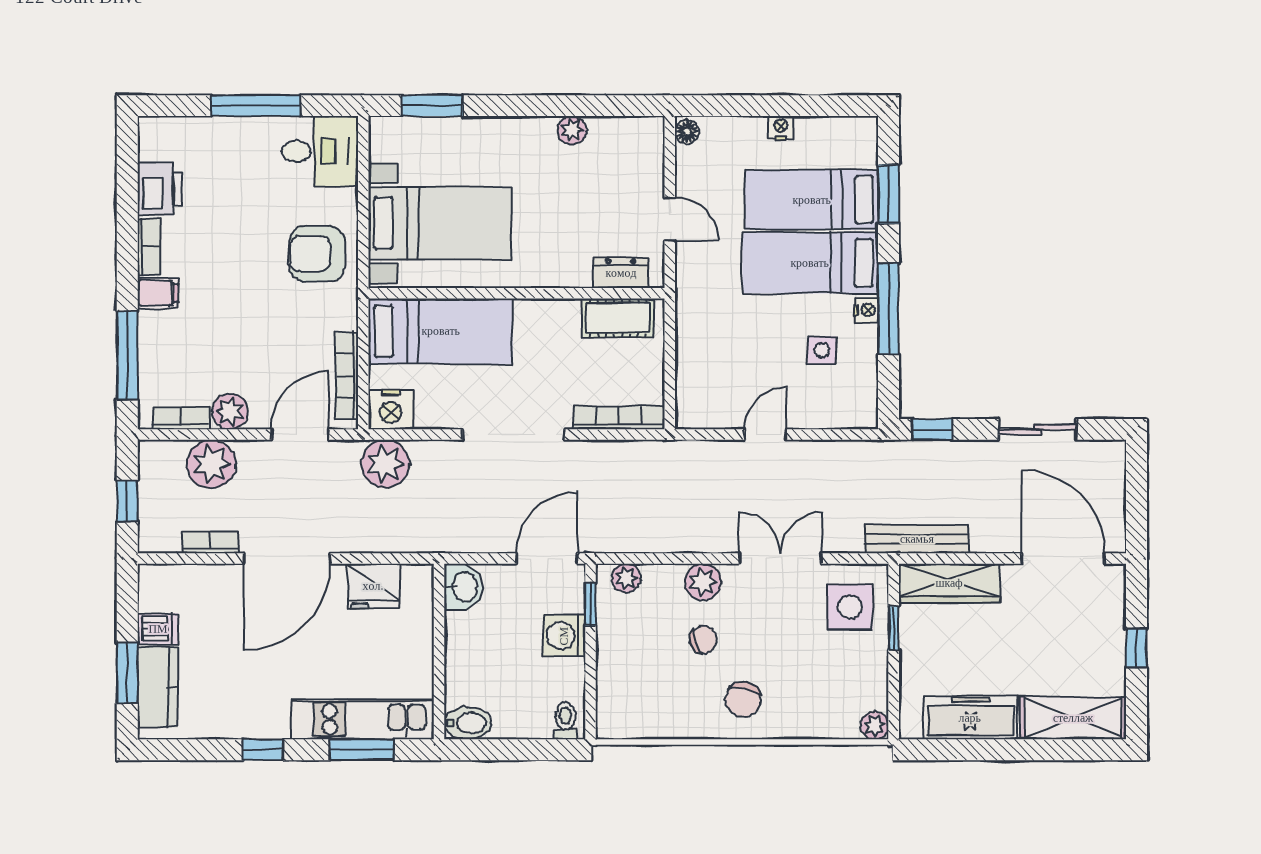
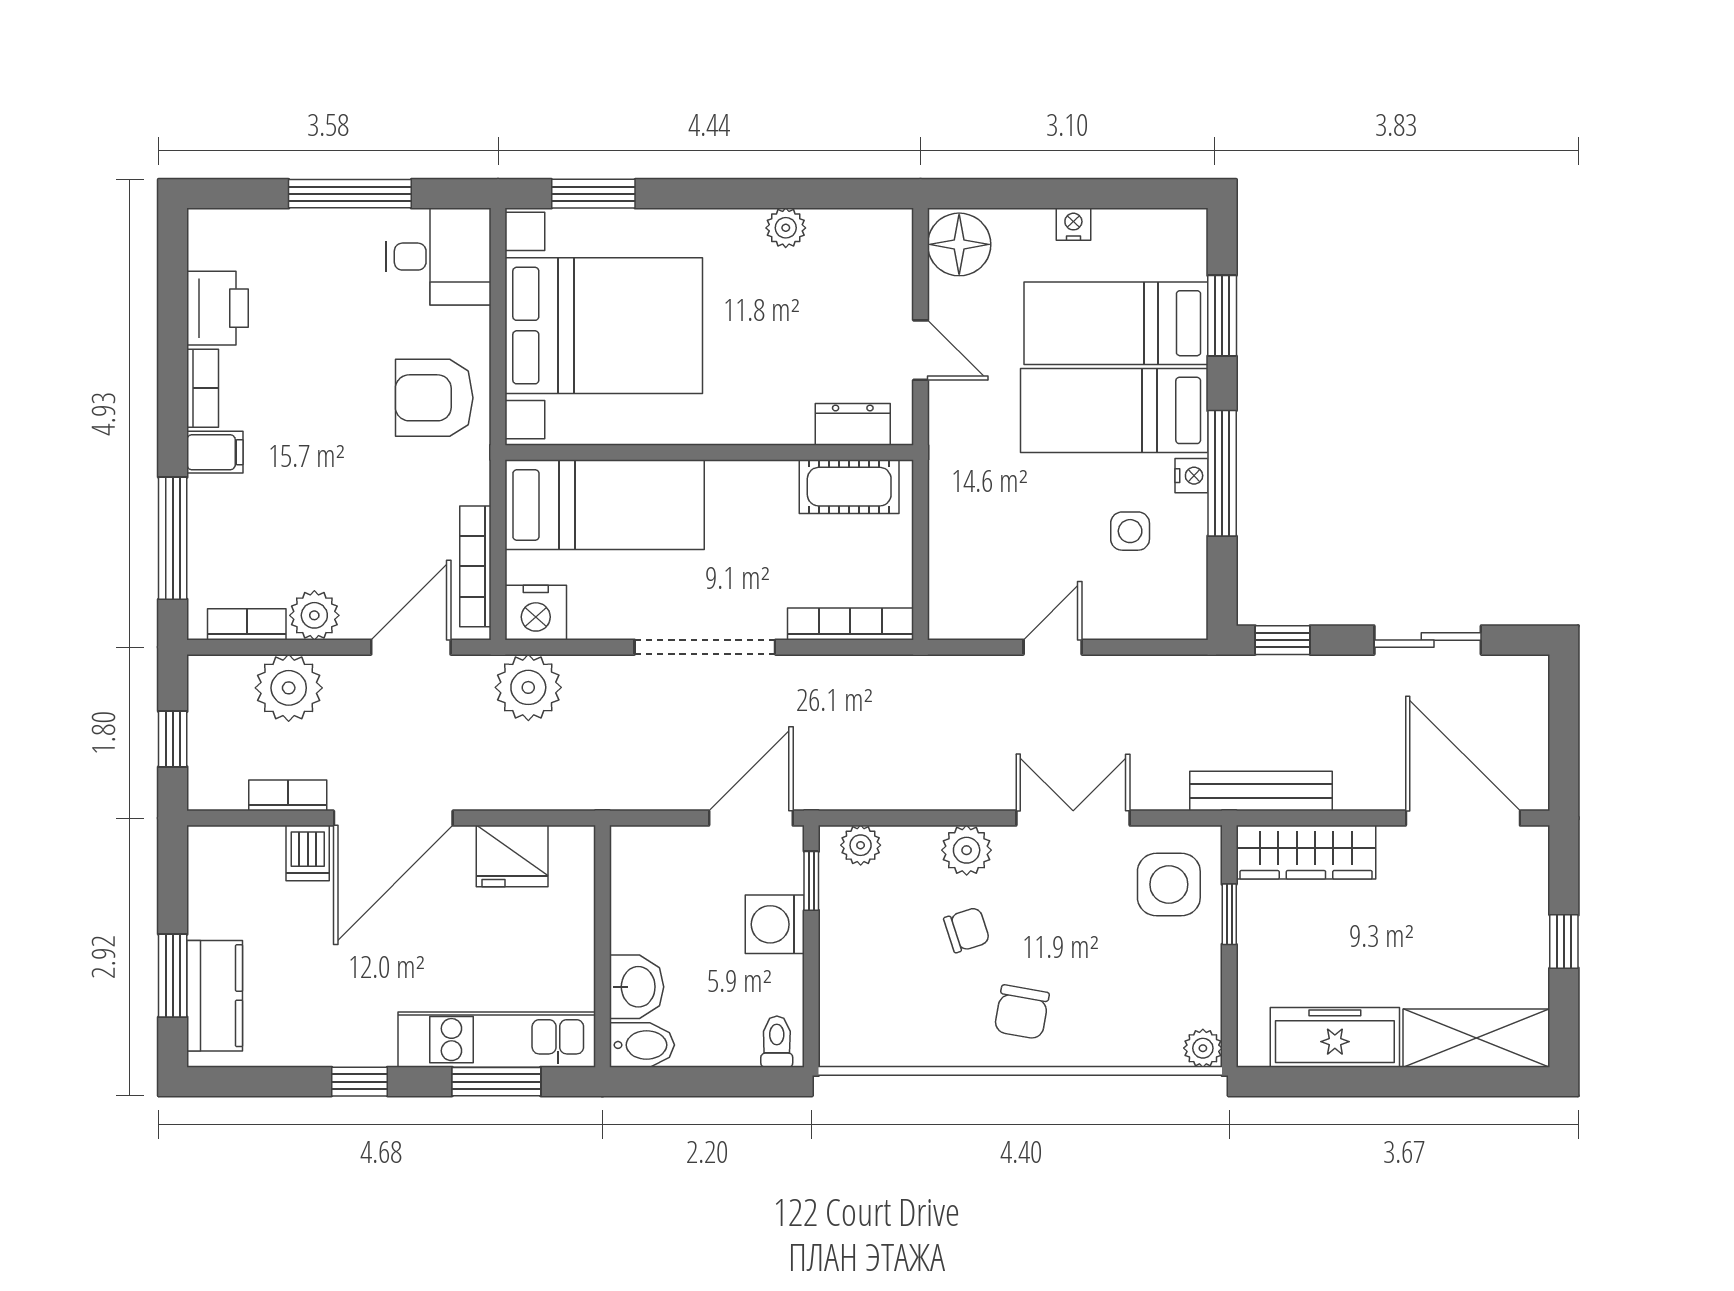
floor lamp: (687, 132) -> (959, 244), width x1.89, depth x1.89
bed with nightstands: (440, 223) -> (604, 326), width x1.36
washbasin: (464, 587) -> (637, 987), moved
dishwasher: (158, 629) -> (308, 853), moved, turned 90

